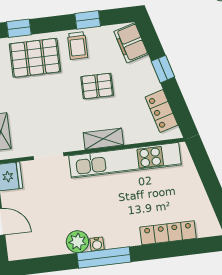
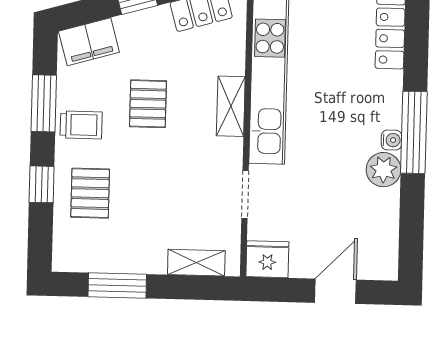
window: (88, 20) -> (44, 103), width x1.50
window: (19, 28) -> (42, 184), moved
pallet: (35, 58) -> (90, 193), width x0.67, depth x0.71

